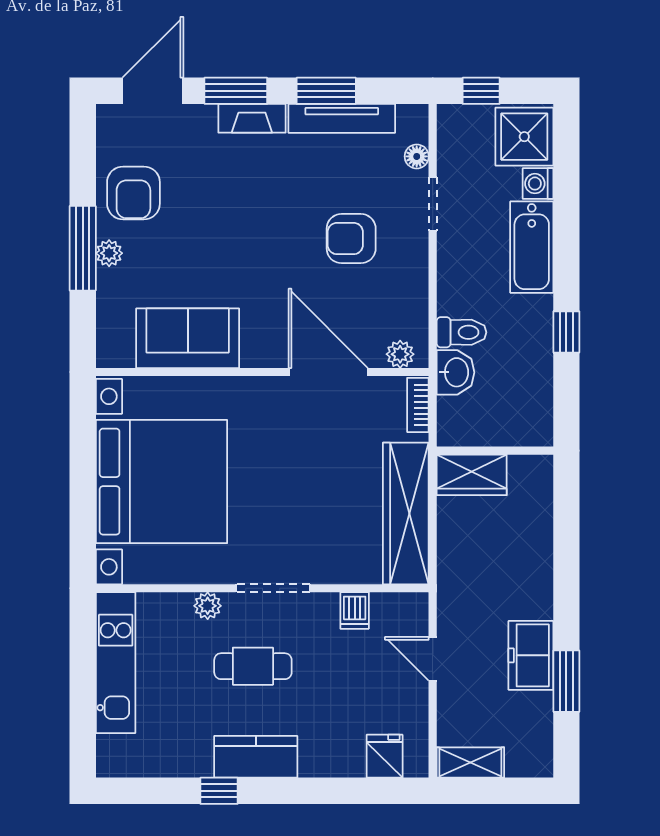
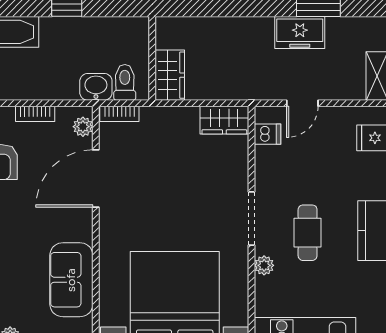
bookcase: (418, 288) -> (35, 114), added
toilet: (462, 332) -> (125, 82), moved
wardrobe: (406, 514) -> (224, 120), width x0.48, depth x0.85
dishwasher: (355, 611) -> (268, 134), moved

